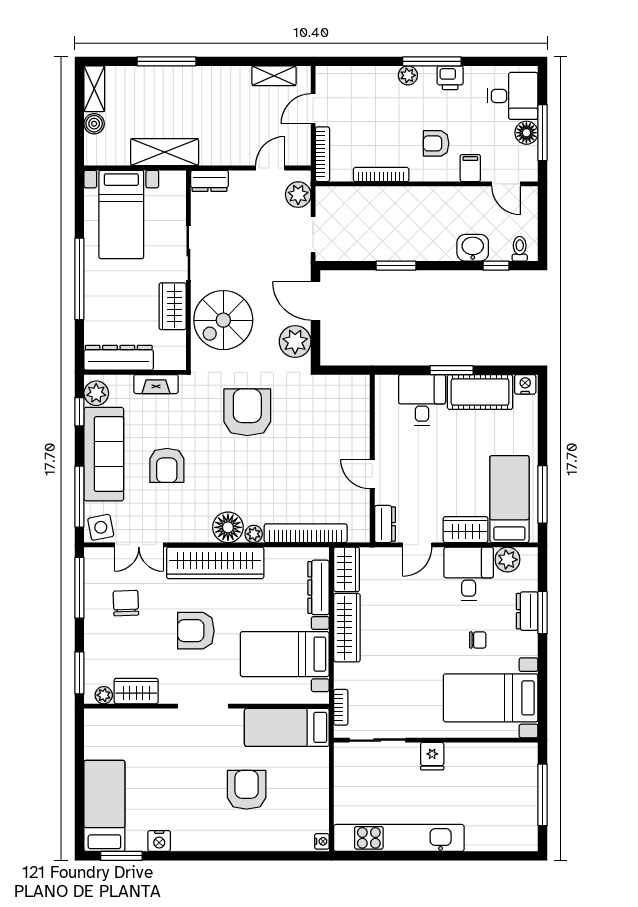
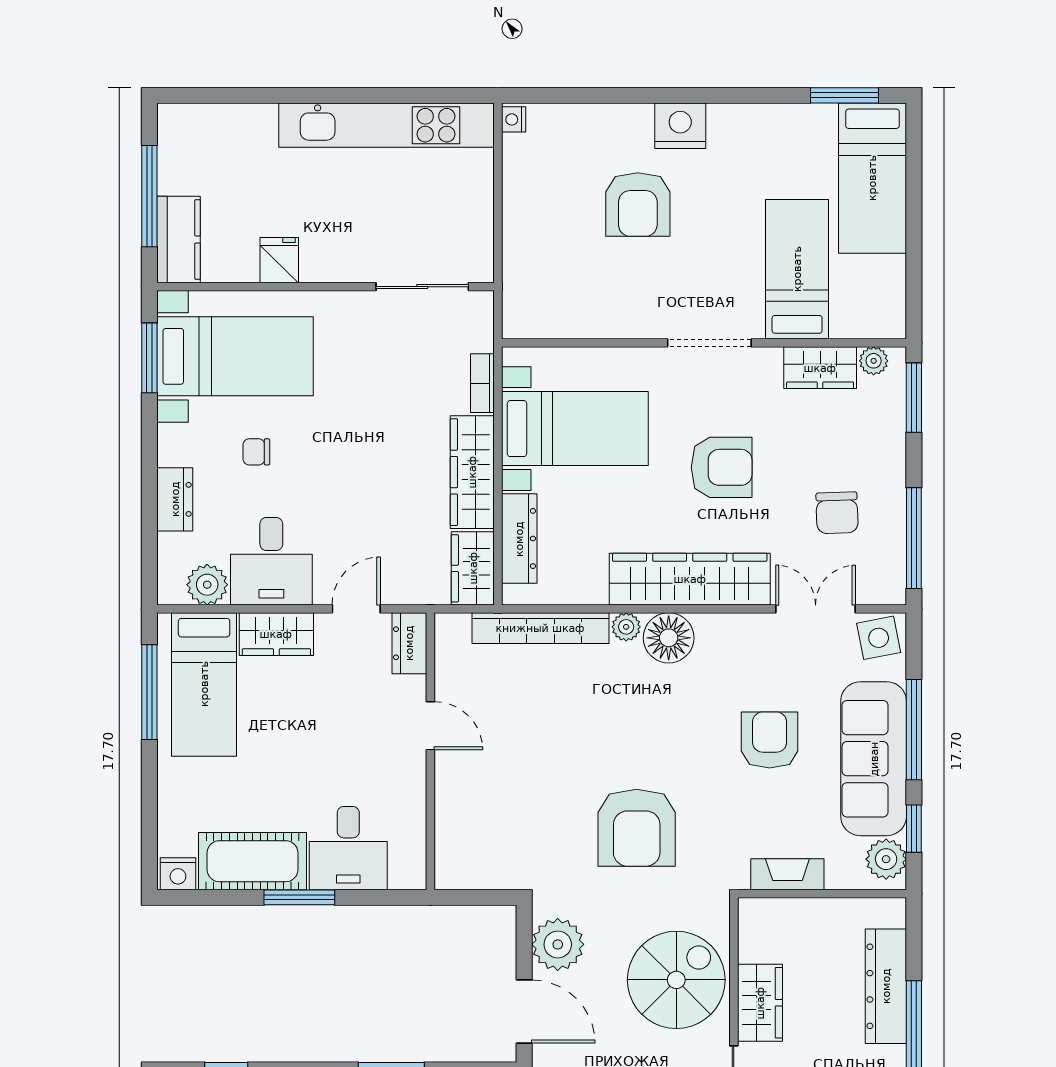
dresser: (119, 358) -> (886, 986), moved, turned 90
window: (79, 497) -> (914, 730), moved
window: (543, 613) -> (149, 358), moved
bookcase: (341, 707) -> (482, 383), moved
bed: (287, 727) -> (797, 269), moved, turned -90
fridge: (432, 756) -> (279, 260), moved
kitchen counter: (525, 769) -> (179, 240), added
nightstand: (159, 841) -> (680, 126), moved, width x1.36, depth x1.33

